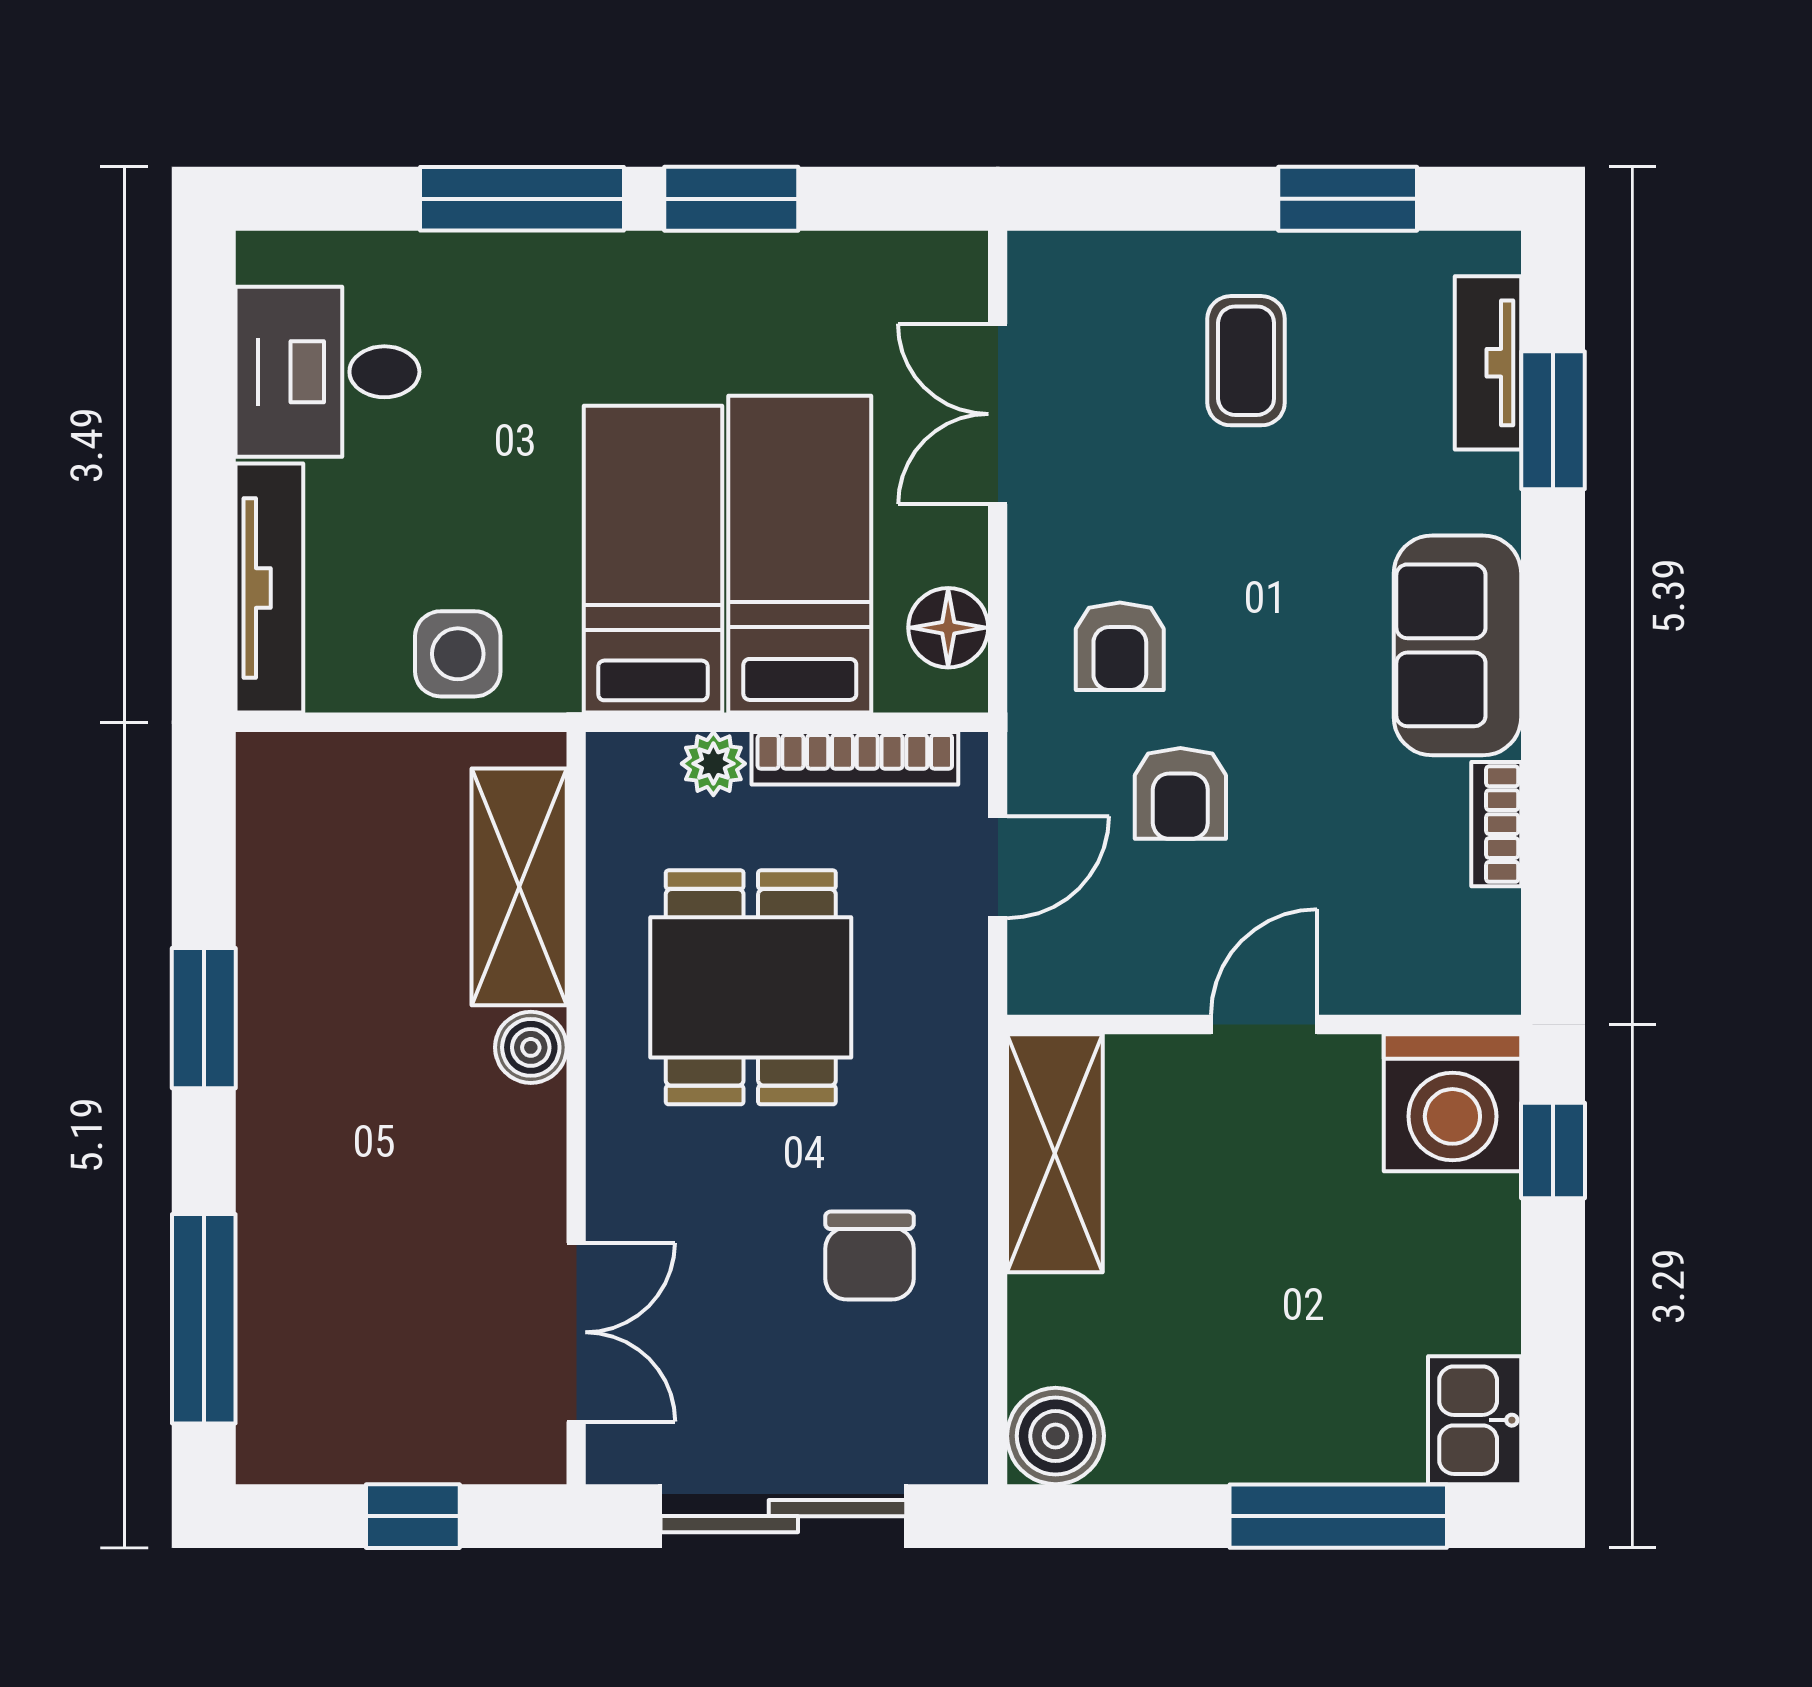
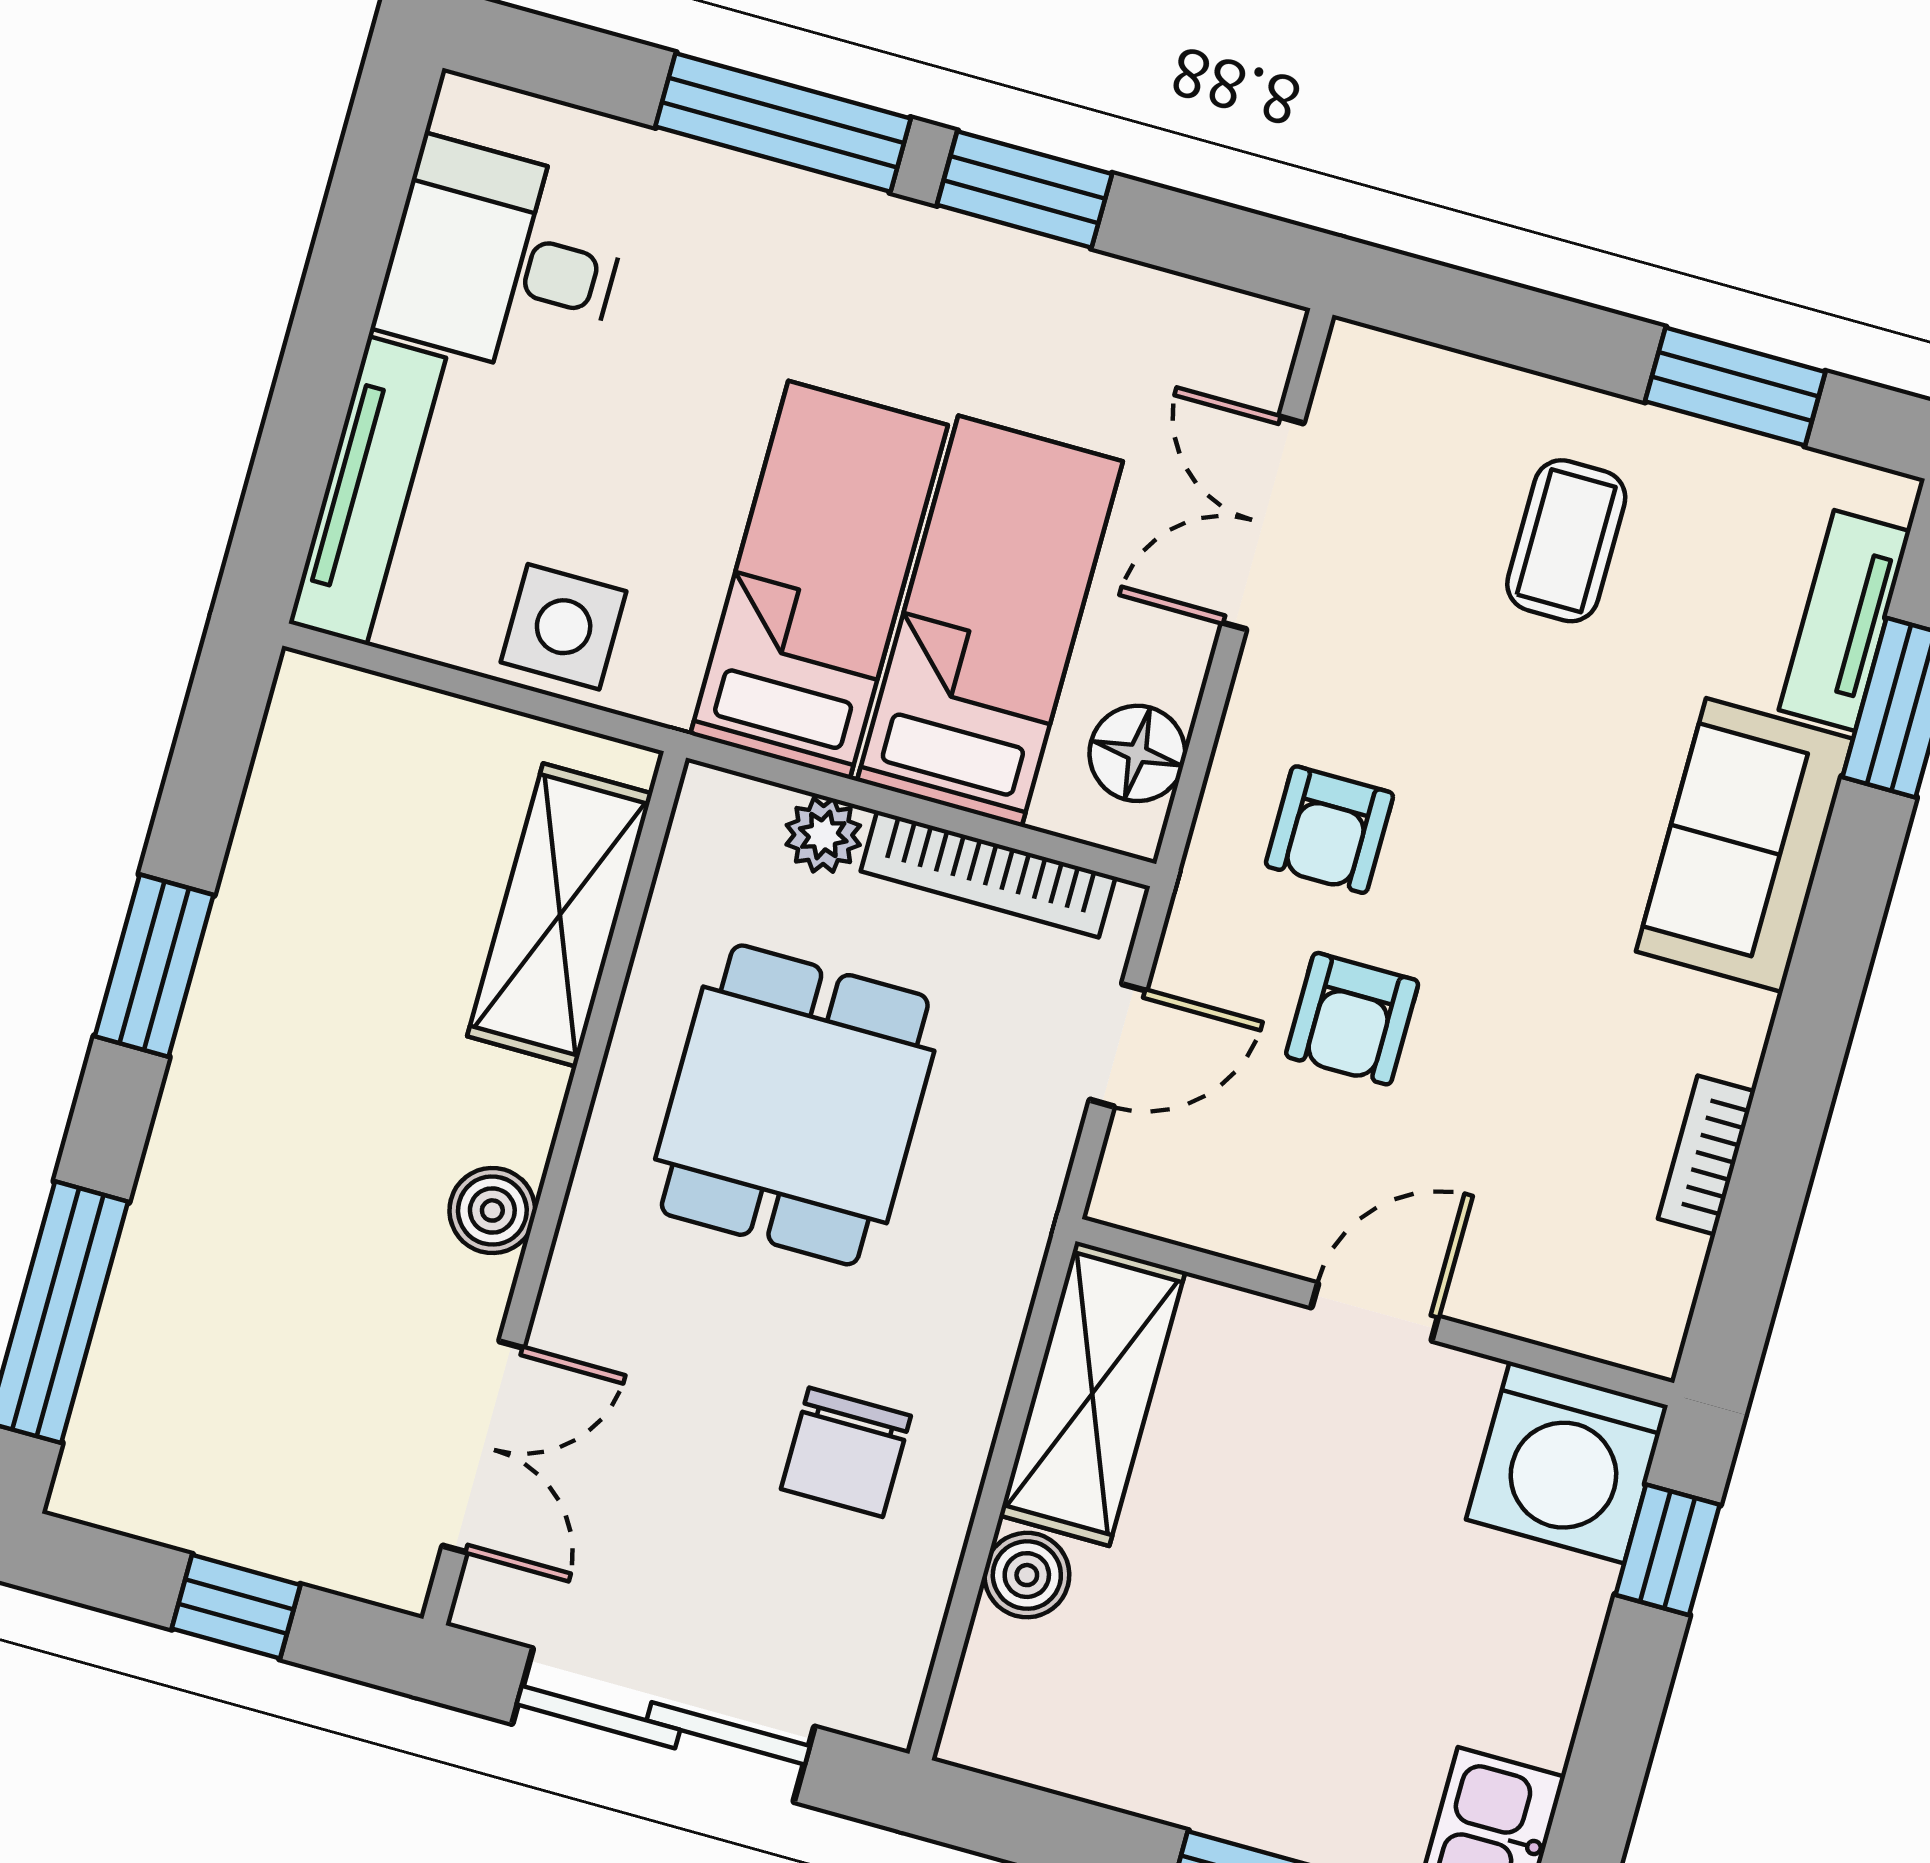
sofa: (1457, 645) -> (1744, 845), moved
boiler: (531, 1047) -> (492, 1210), moved
boiler: (1056, 1436) -> (1027, 1575), moved, width x0.73, depth x0.73

